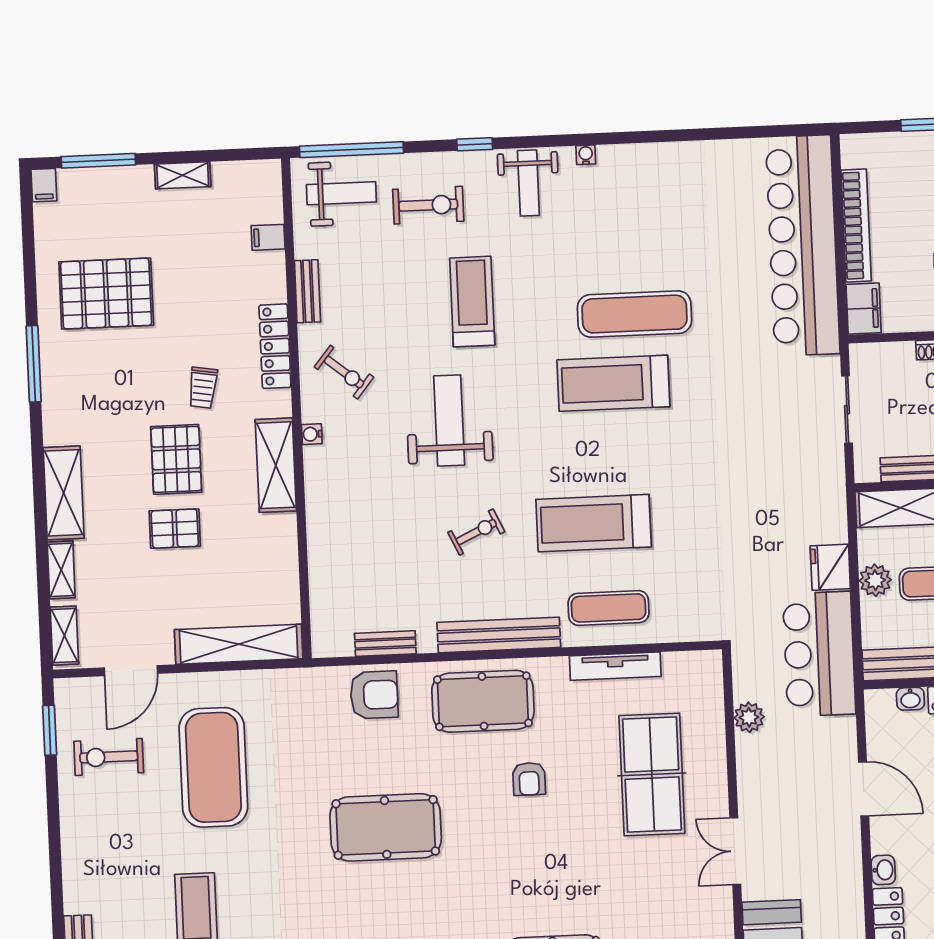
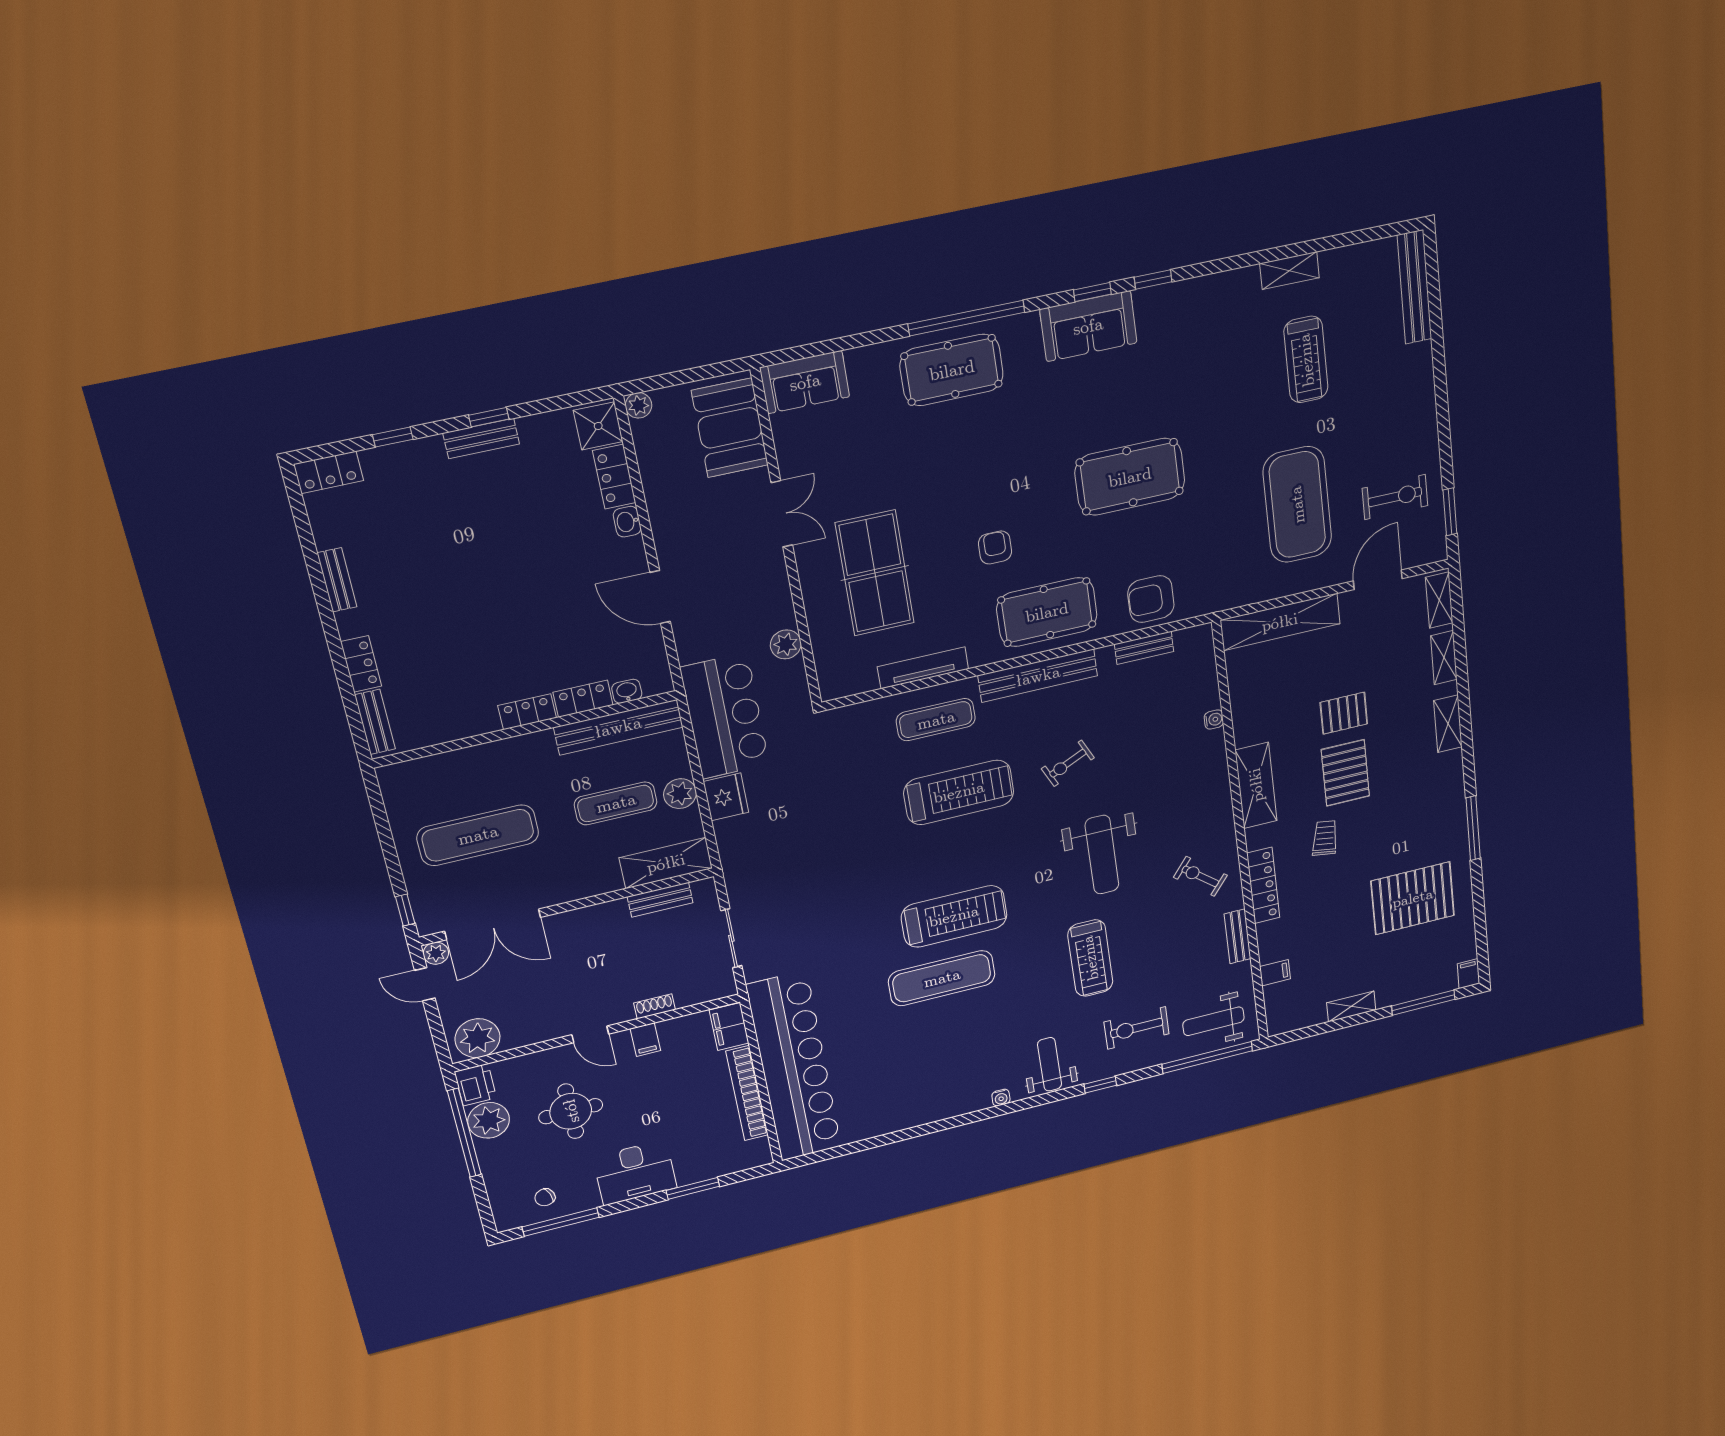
water cooler: (312, 434) -> (1214, 720), moved
shelving: (64, 493) -> (1448, 724), width x0.67, depth x0.75

